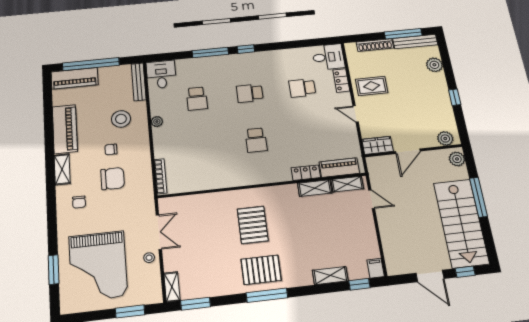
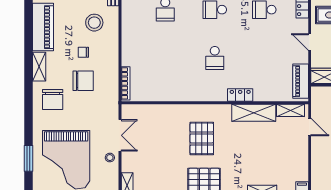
plant: (157, 122) -> (127, 29), removed
piano: (339, 168) -> (301, 81), moved, turned -90
locker: (306, 173) -> (240, 95), moved
shelving: (315, 188) -> (254, 113), width x1.50, depth x1.33
chair: (79, 202) -> (53, 100), width x1.87, depth x1.87

